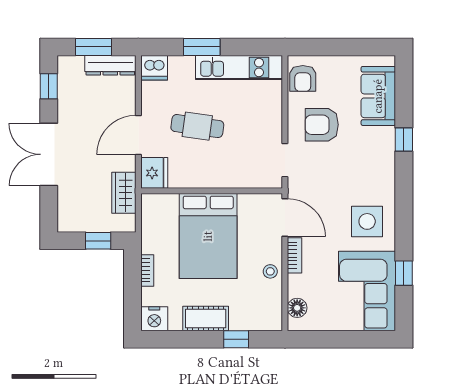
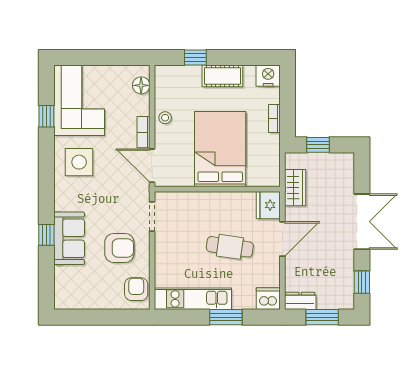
dresser: (110, 65) -> (300, 301), width x0.70
sofa: (378, 96) -> (69, 238), moved

